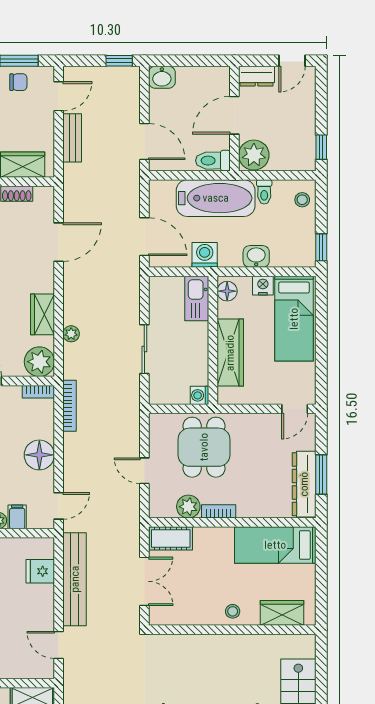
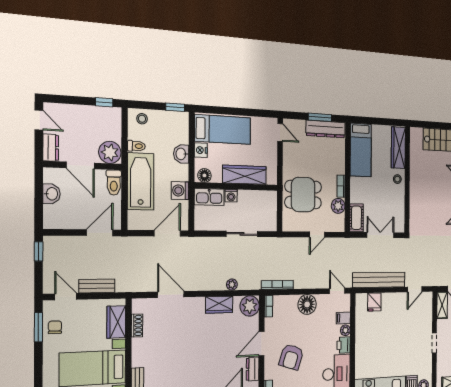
washbasin: (162, 77) -> (51, 194), moved
washing machine: (199, 395) -> (231, 196), moved
wardrobe: (282, 613) -> (398, 148), width x1.50

